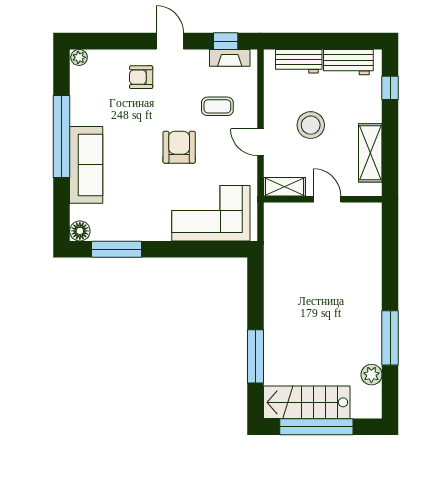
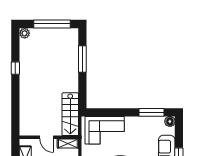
window: (390, 338) -> (15, 68), width x0.46
plant: (371, 375) -> (25, 33), moved
stairs: (307, 402) -> (70, 114), moved, turned 90

